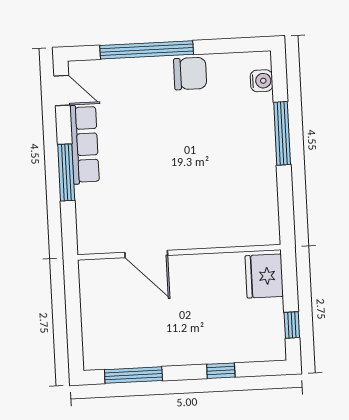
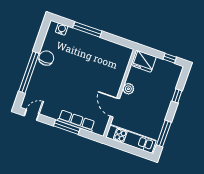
row of seats: (85, 144) -> (76, 121), moved
door: (146, 254) -> (115, 107), swing flipped
plant: (195, 266) -> (128, 89), added
kitchen unit: (95, 313) -> (131, 139), added

